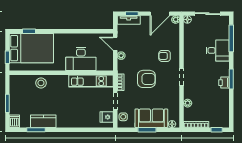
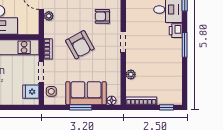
armchair: (146, 79) -> (80, 45), turned 61
printer: (224, 83) -> (176, 31), moved

